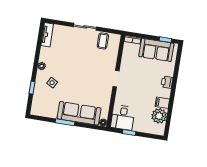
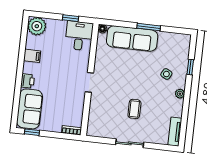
coffee table: (103, 41) -> (134, 109), moved
sofa: (156, 50) -> (30, 109), moved, turned 90
plant: (159, 116) -> (37, 26), moved

